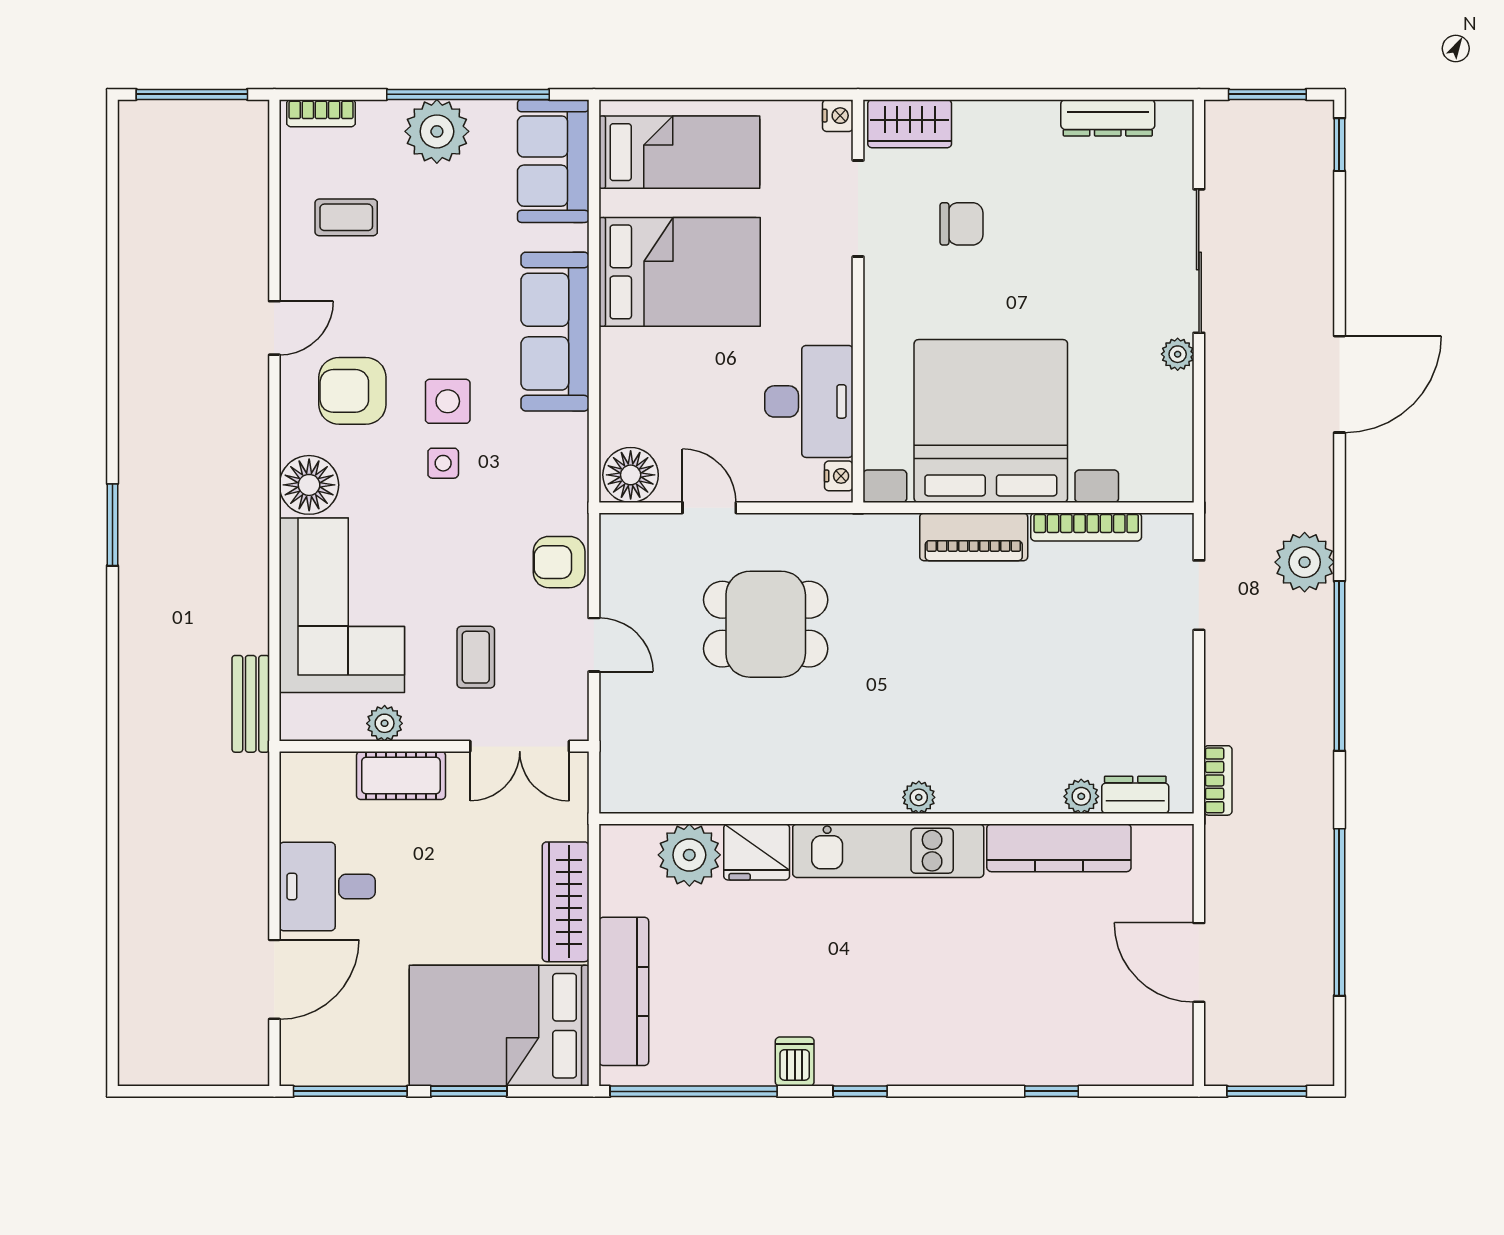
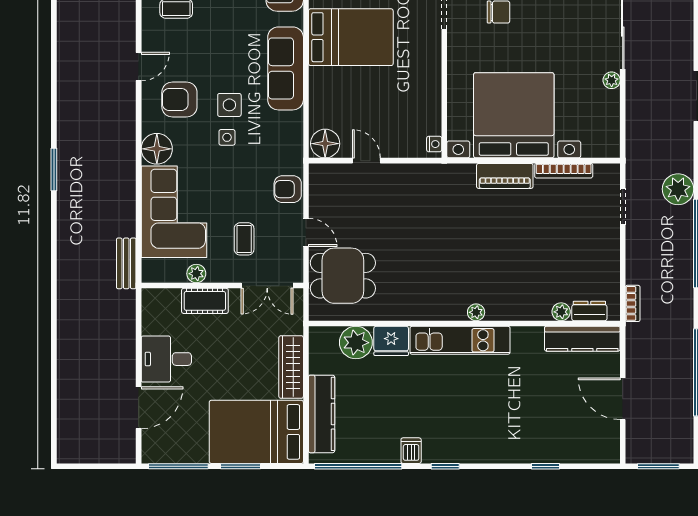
desk: (809, 401) -> (418, 105), removed
dining table: (766, 624) -> (343, 276), moved
kitchen counter: (1059, 848) -> (582, 339), moved

